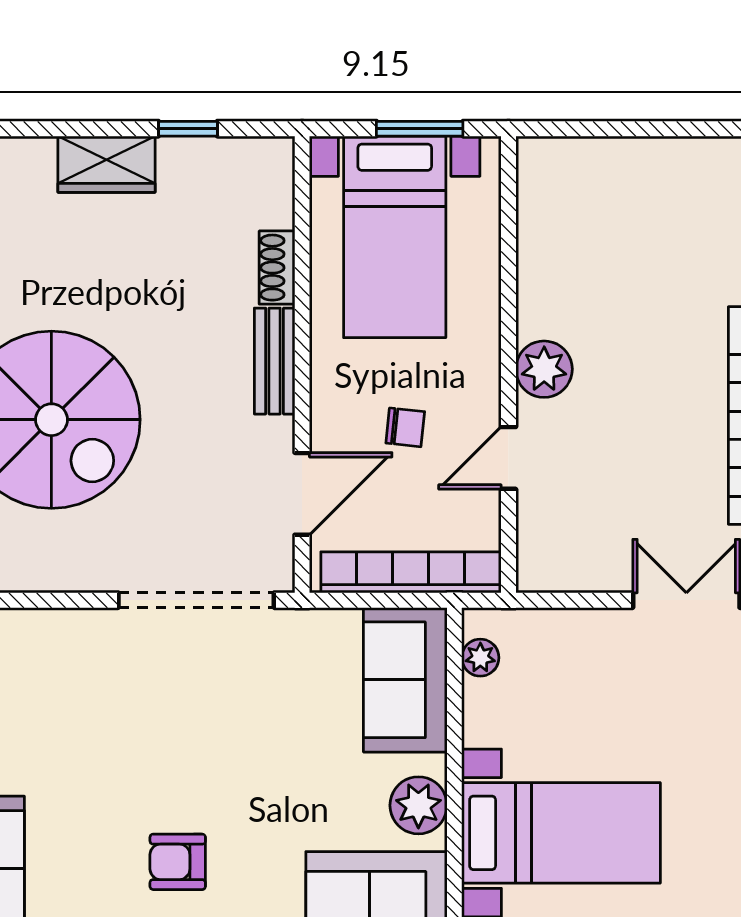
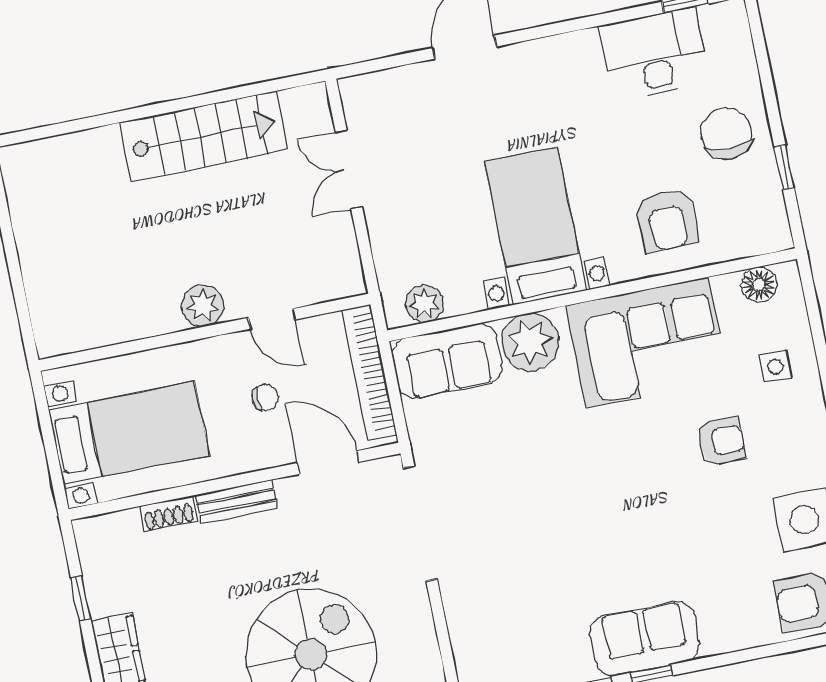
window: (420, 129) -> (47, 431), removed
chair: (405, 427) -> (265, 398), turned 84
plant: (480, 658) -> (424, 304), width x1.38, depth x1.38
plant: (418, 805) -> (530, 342), width x1.36, depth x1.36
armchair: (178, 862) -> (612, 499), removed

